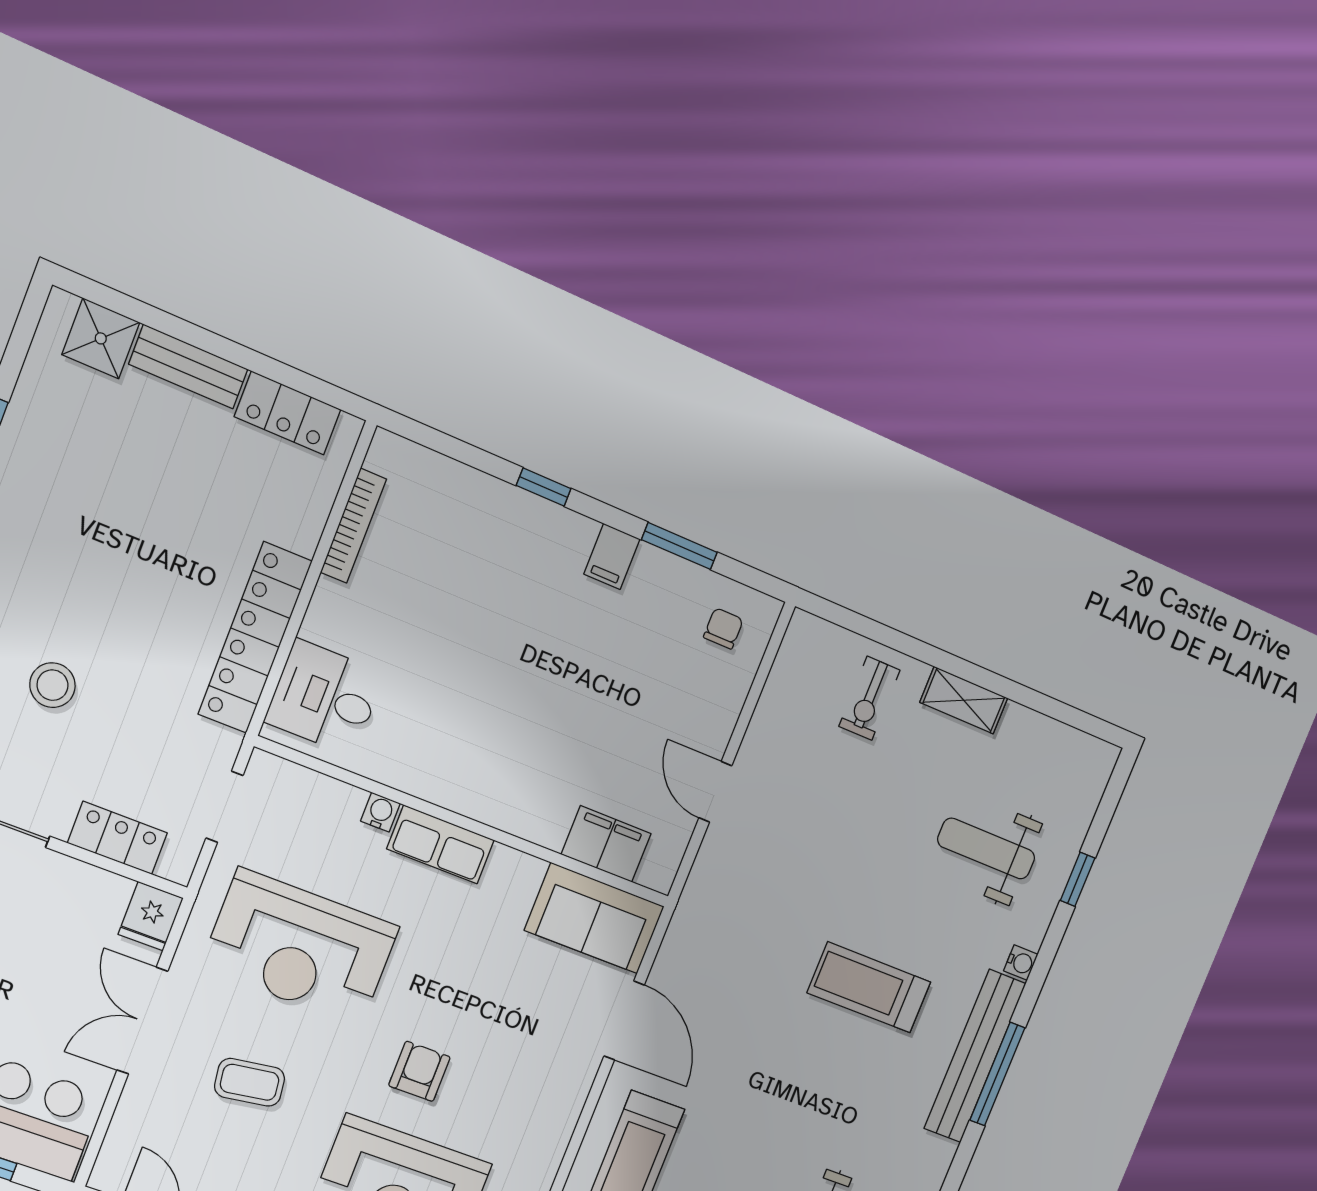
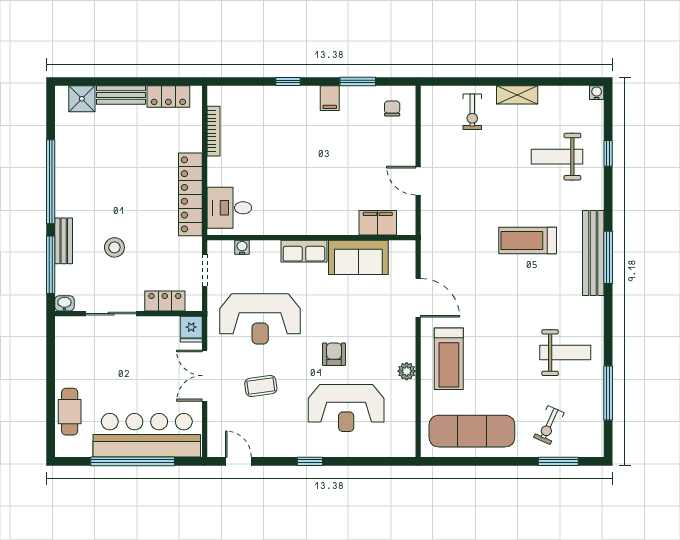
water cooler: (380, 812) -> (242, 247), moved
sofa: (594, 918) -> (358, 257), moved
water cooler: (1021, 963) -> (597, 93), moved, turned -90
plant: (546, 1154) -> (407, 371), added

